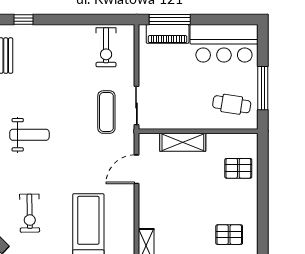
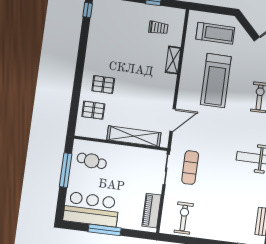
window: (170, 20) -> (105, 230), moved
piano: (168, 34) -> (152, 211), moved, turned -90
shelving: (183, 142) -> (134, 136), width x1.47
pallet: (229, 235) -> (103, 85), moved

